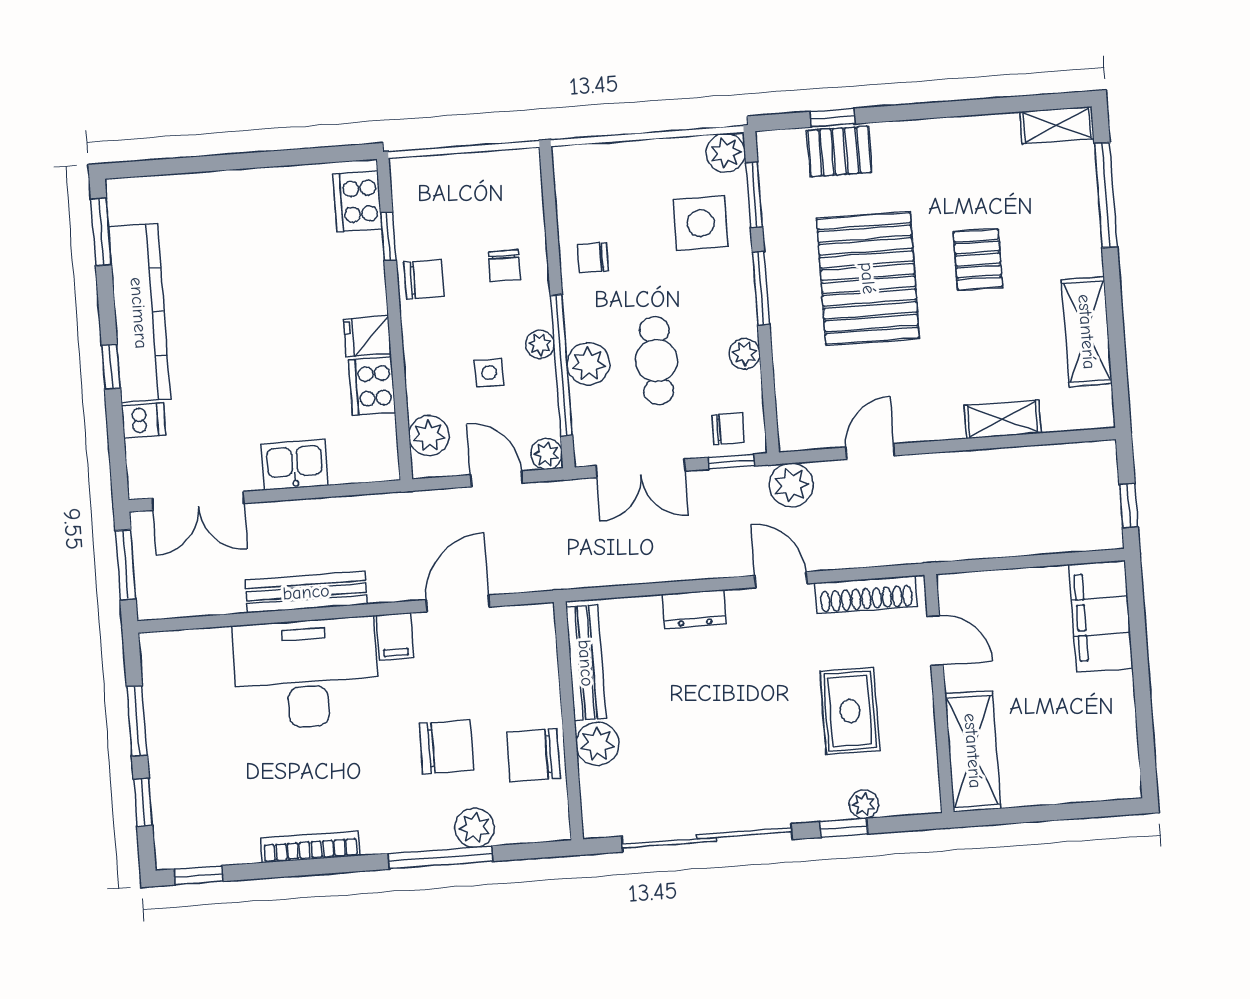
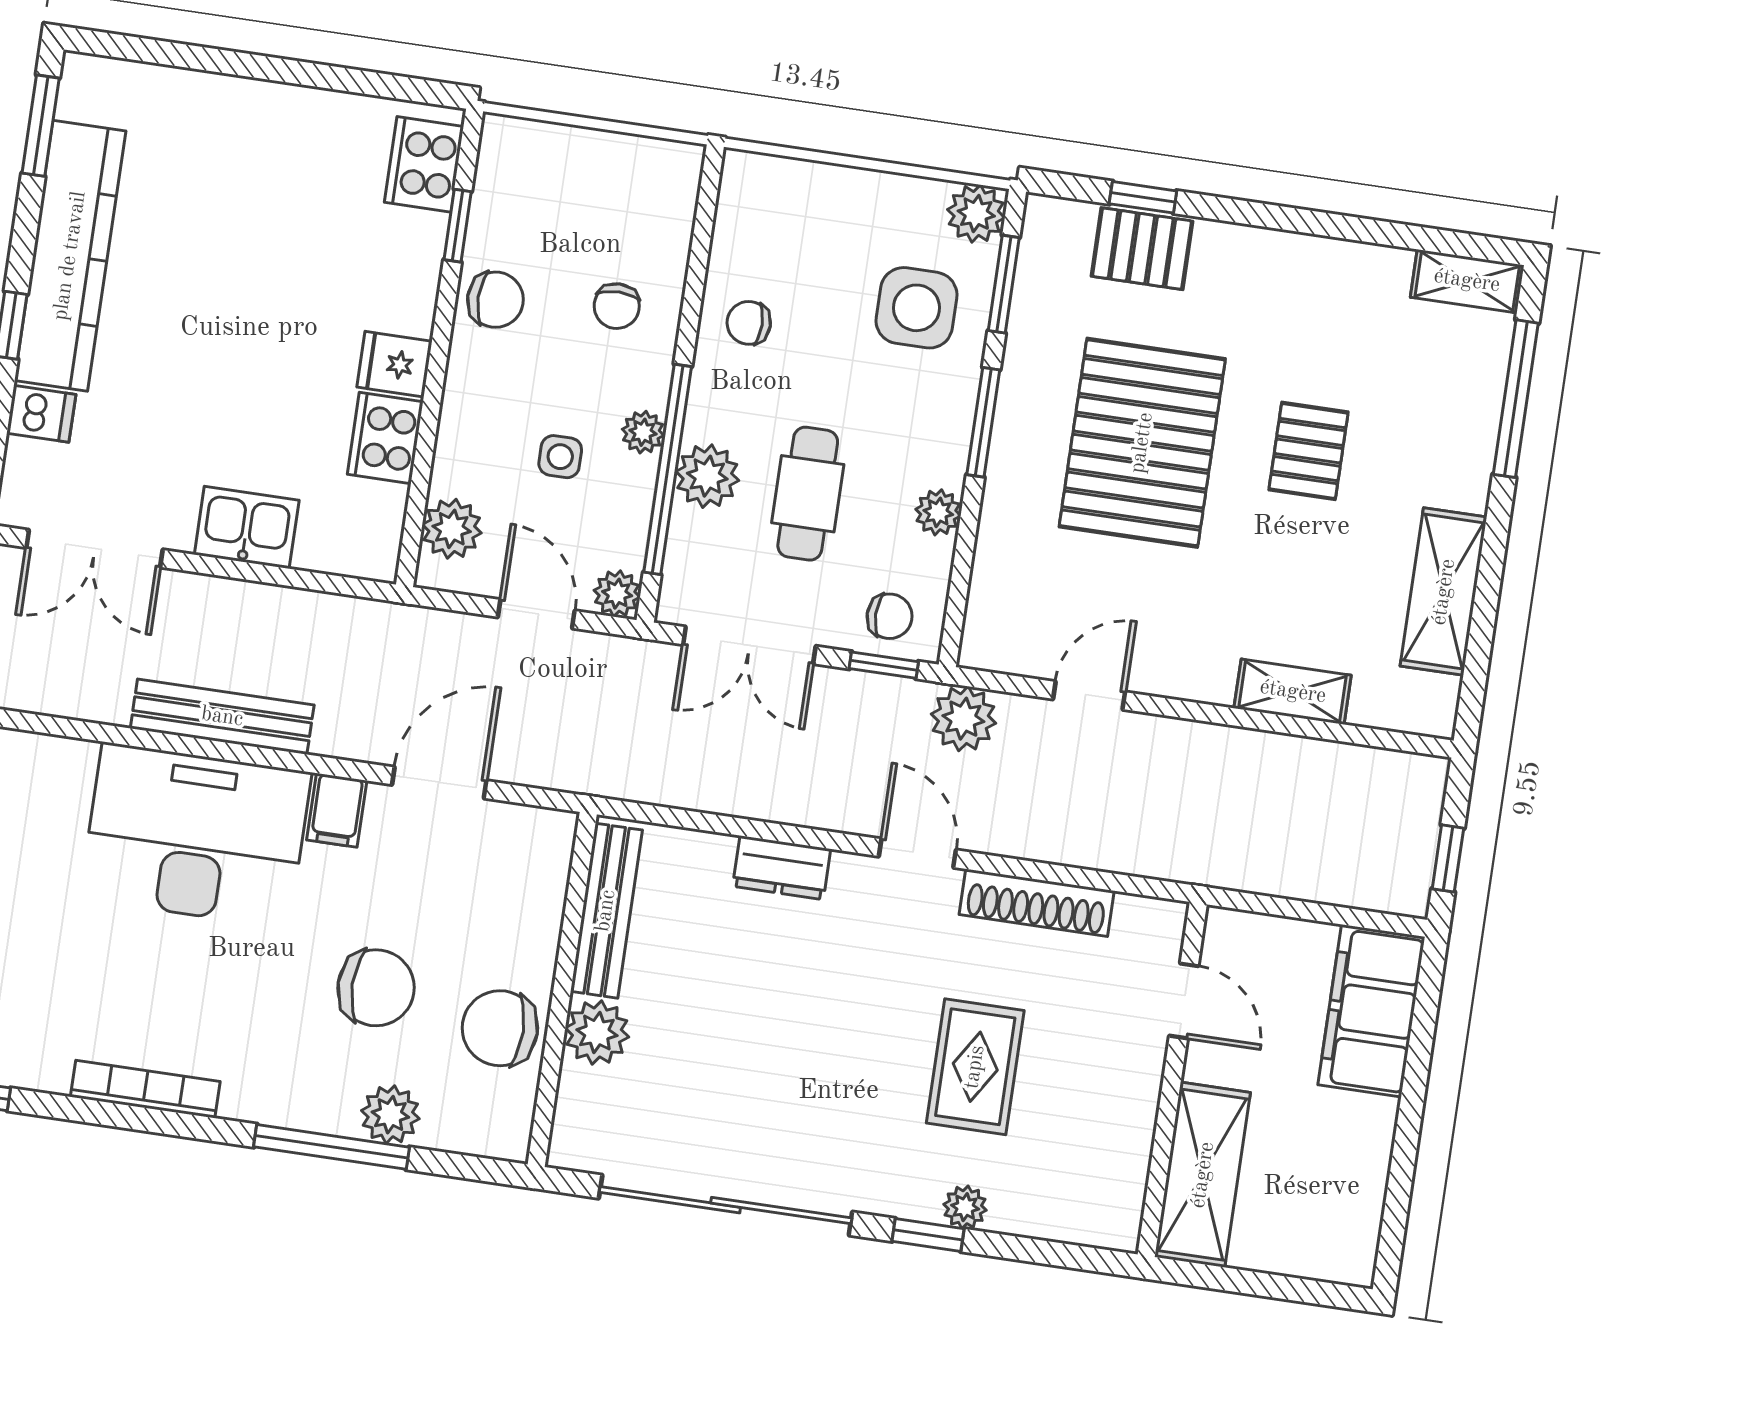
door: (935, 640) -> (1184, 1001), moved
wall: (939, 694) -> (1172, 1079), moved
shelving: (973, 751) -> (1203, 1175), moved

